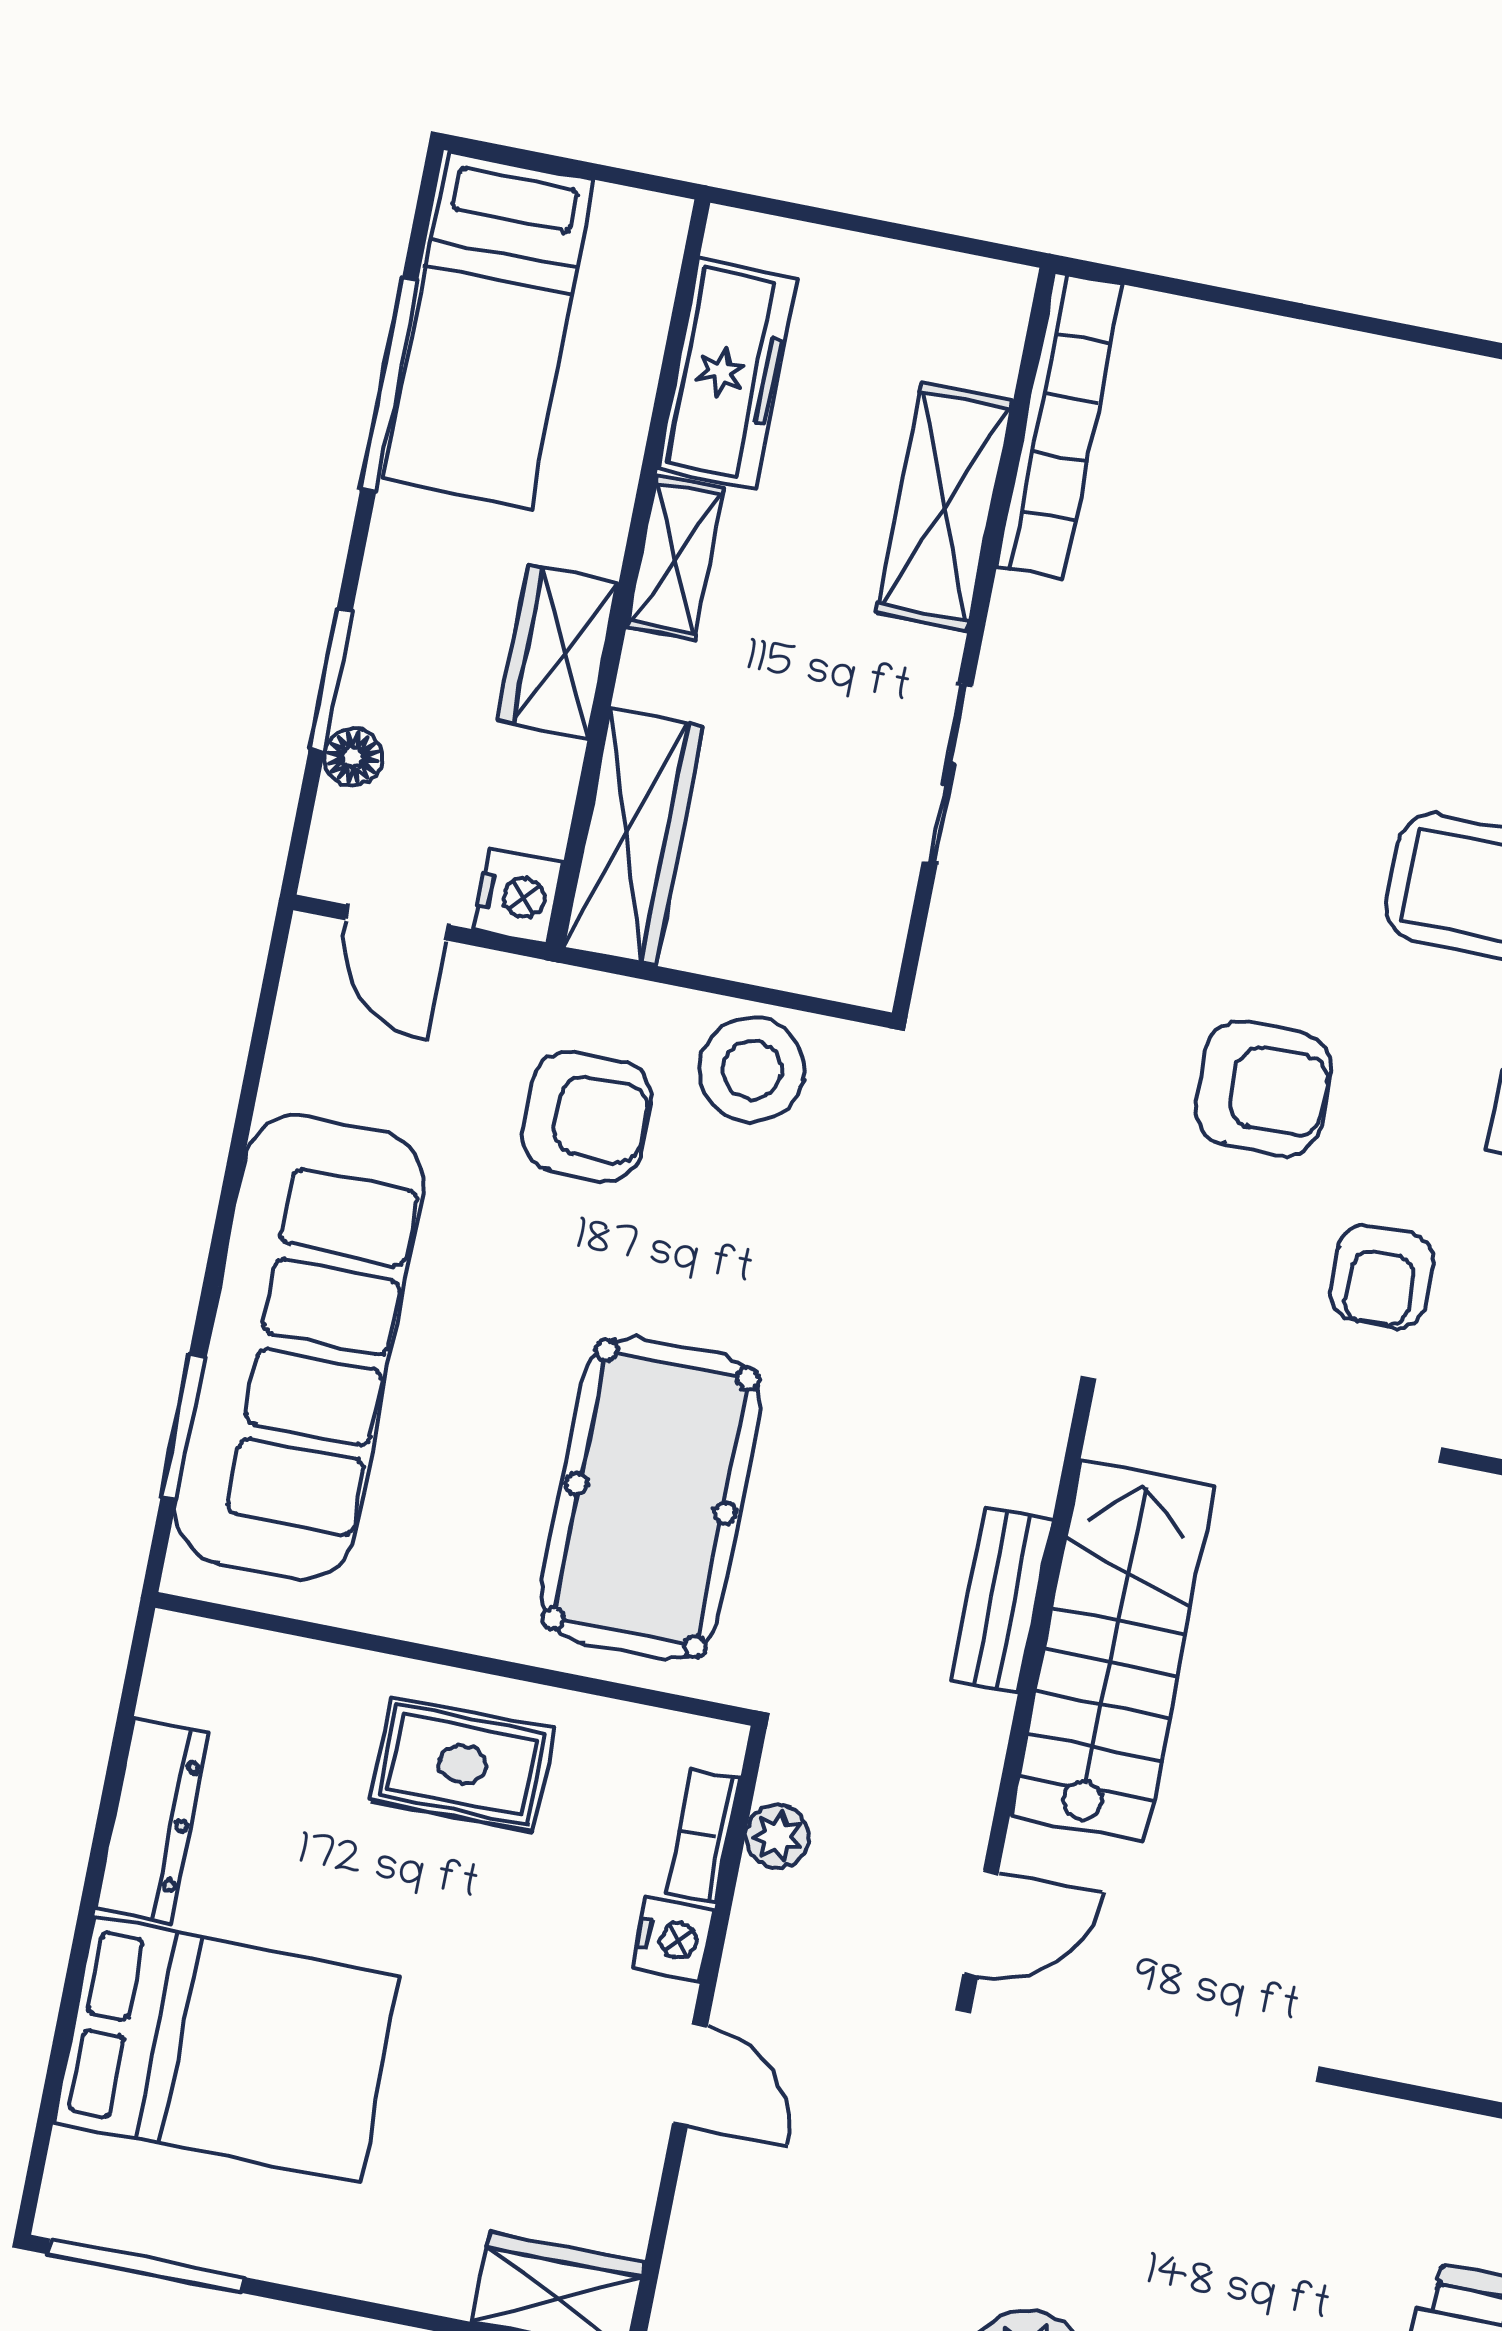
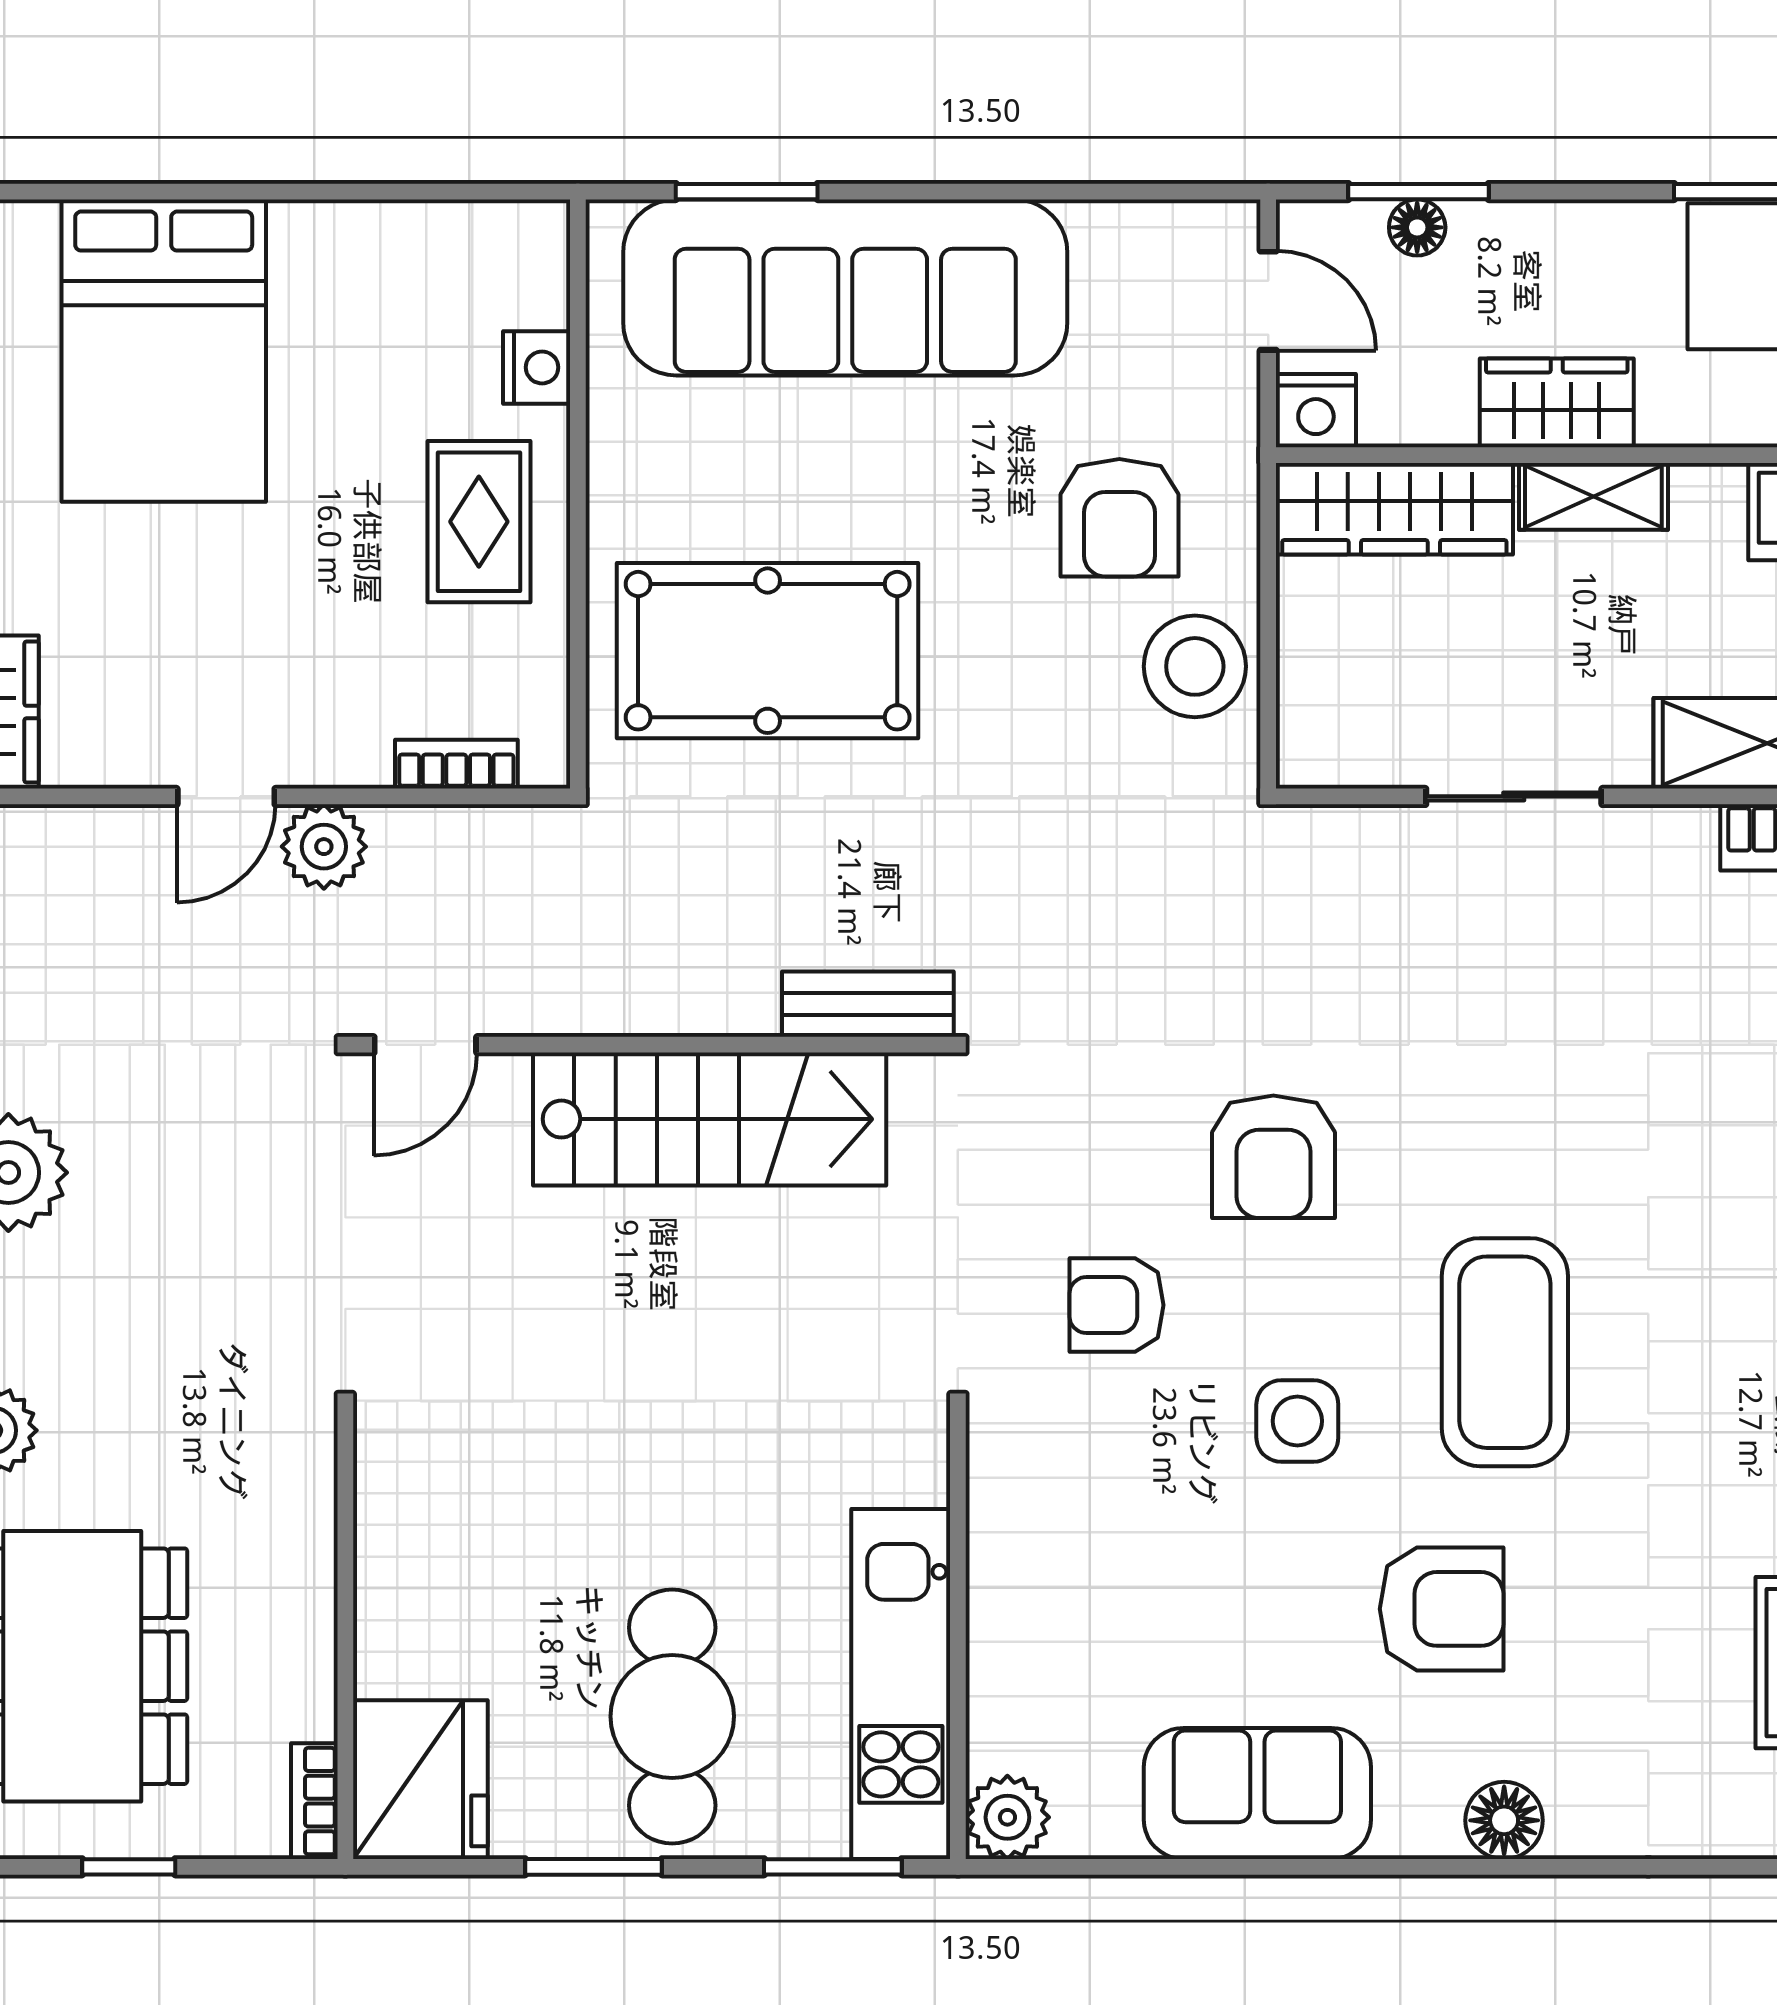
shelving: (675, 558) -> (1593, 496), moved
window: (331, 680) -> (1419, 192), moved
door: (397, 923) -> (1268, 301), swing flipped
bench: (1002, 1600) -> (868, 1004), moved
dresser: (152, 1821) -> (367, 236), removed
plant: (778, 1836) -> (324, 847), moved, width x1.38, depth x1.38
door: (981, 1923) -> (425, 1045), hinge flipped
nightstand: (673, 1939) -> (537, 367), moved, turned -90

